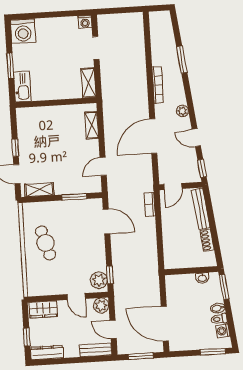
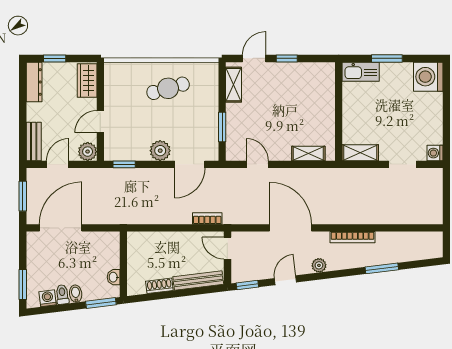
plant: (99, 280) -> (160, 151), moved

